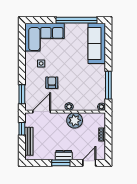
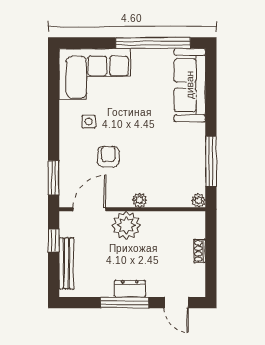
plant: (75, 120) -> (126, 225), moved
window: (61, 163) -> (125, 303), width x1.44
door: (89, 163) -> (176, 303), swing flipped

